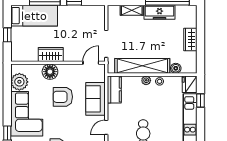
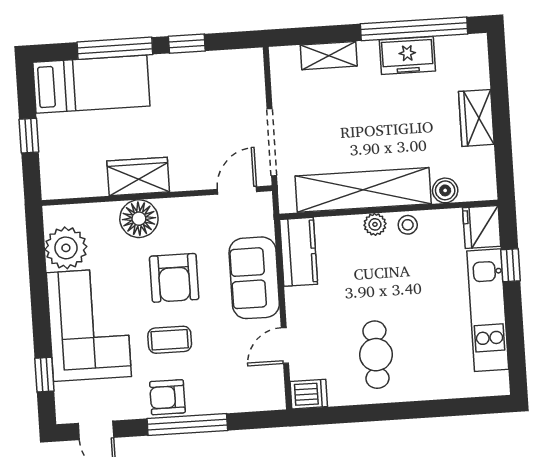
freezer: (159, 12) -> (407, 56), width x0.71
armchair: (63, 97) -> (174, 278), turned -90
coffee table: (59, 122) -> (170, 340), added

